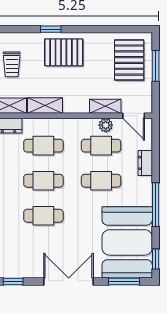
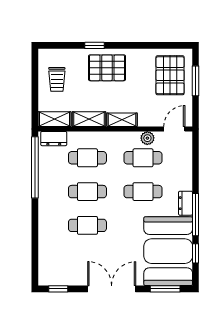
shelving: (105, 106) -> (122, 120), moved
door: (134, 116) -> (174, 129), swing flipped
dresser: (145, 163) -> (186, 203), moved
window: (156, 259) -> (196, 253), moved

